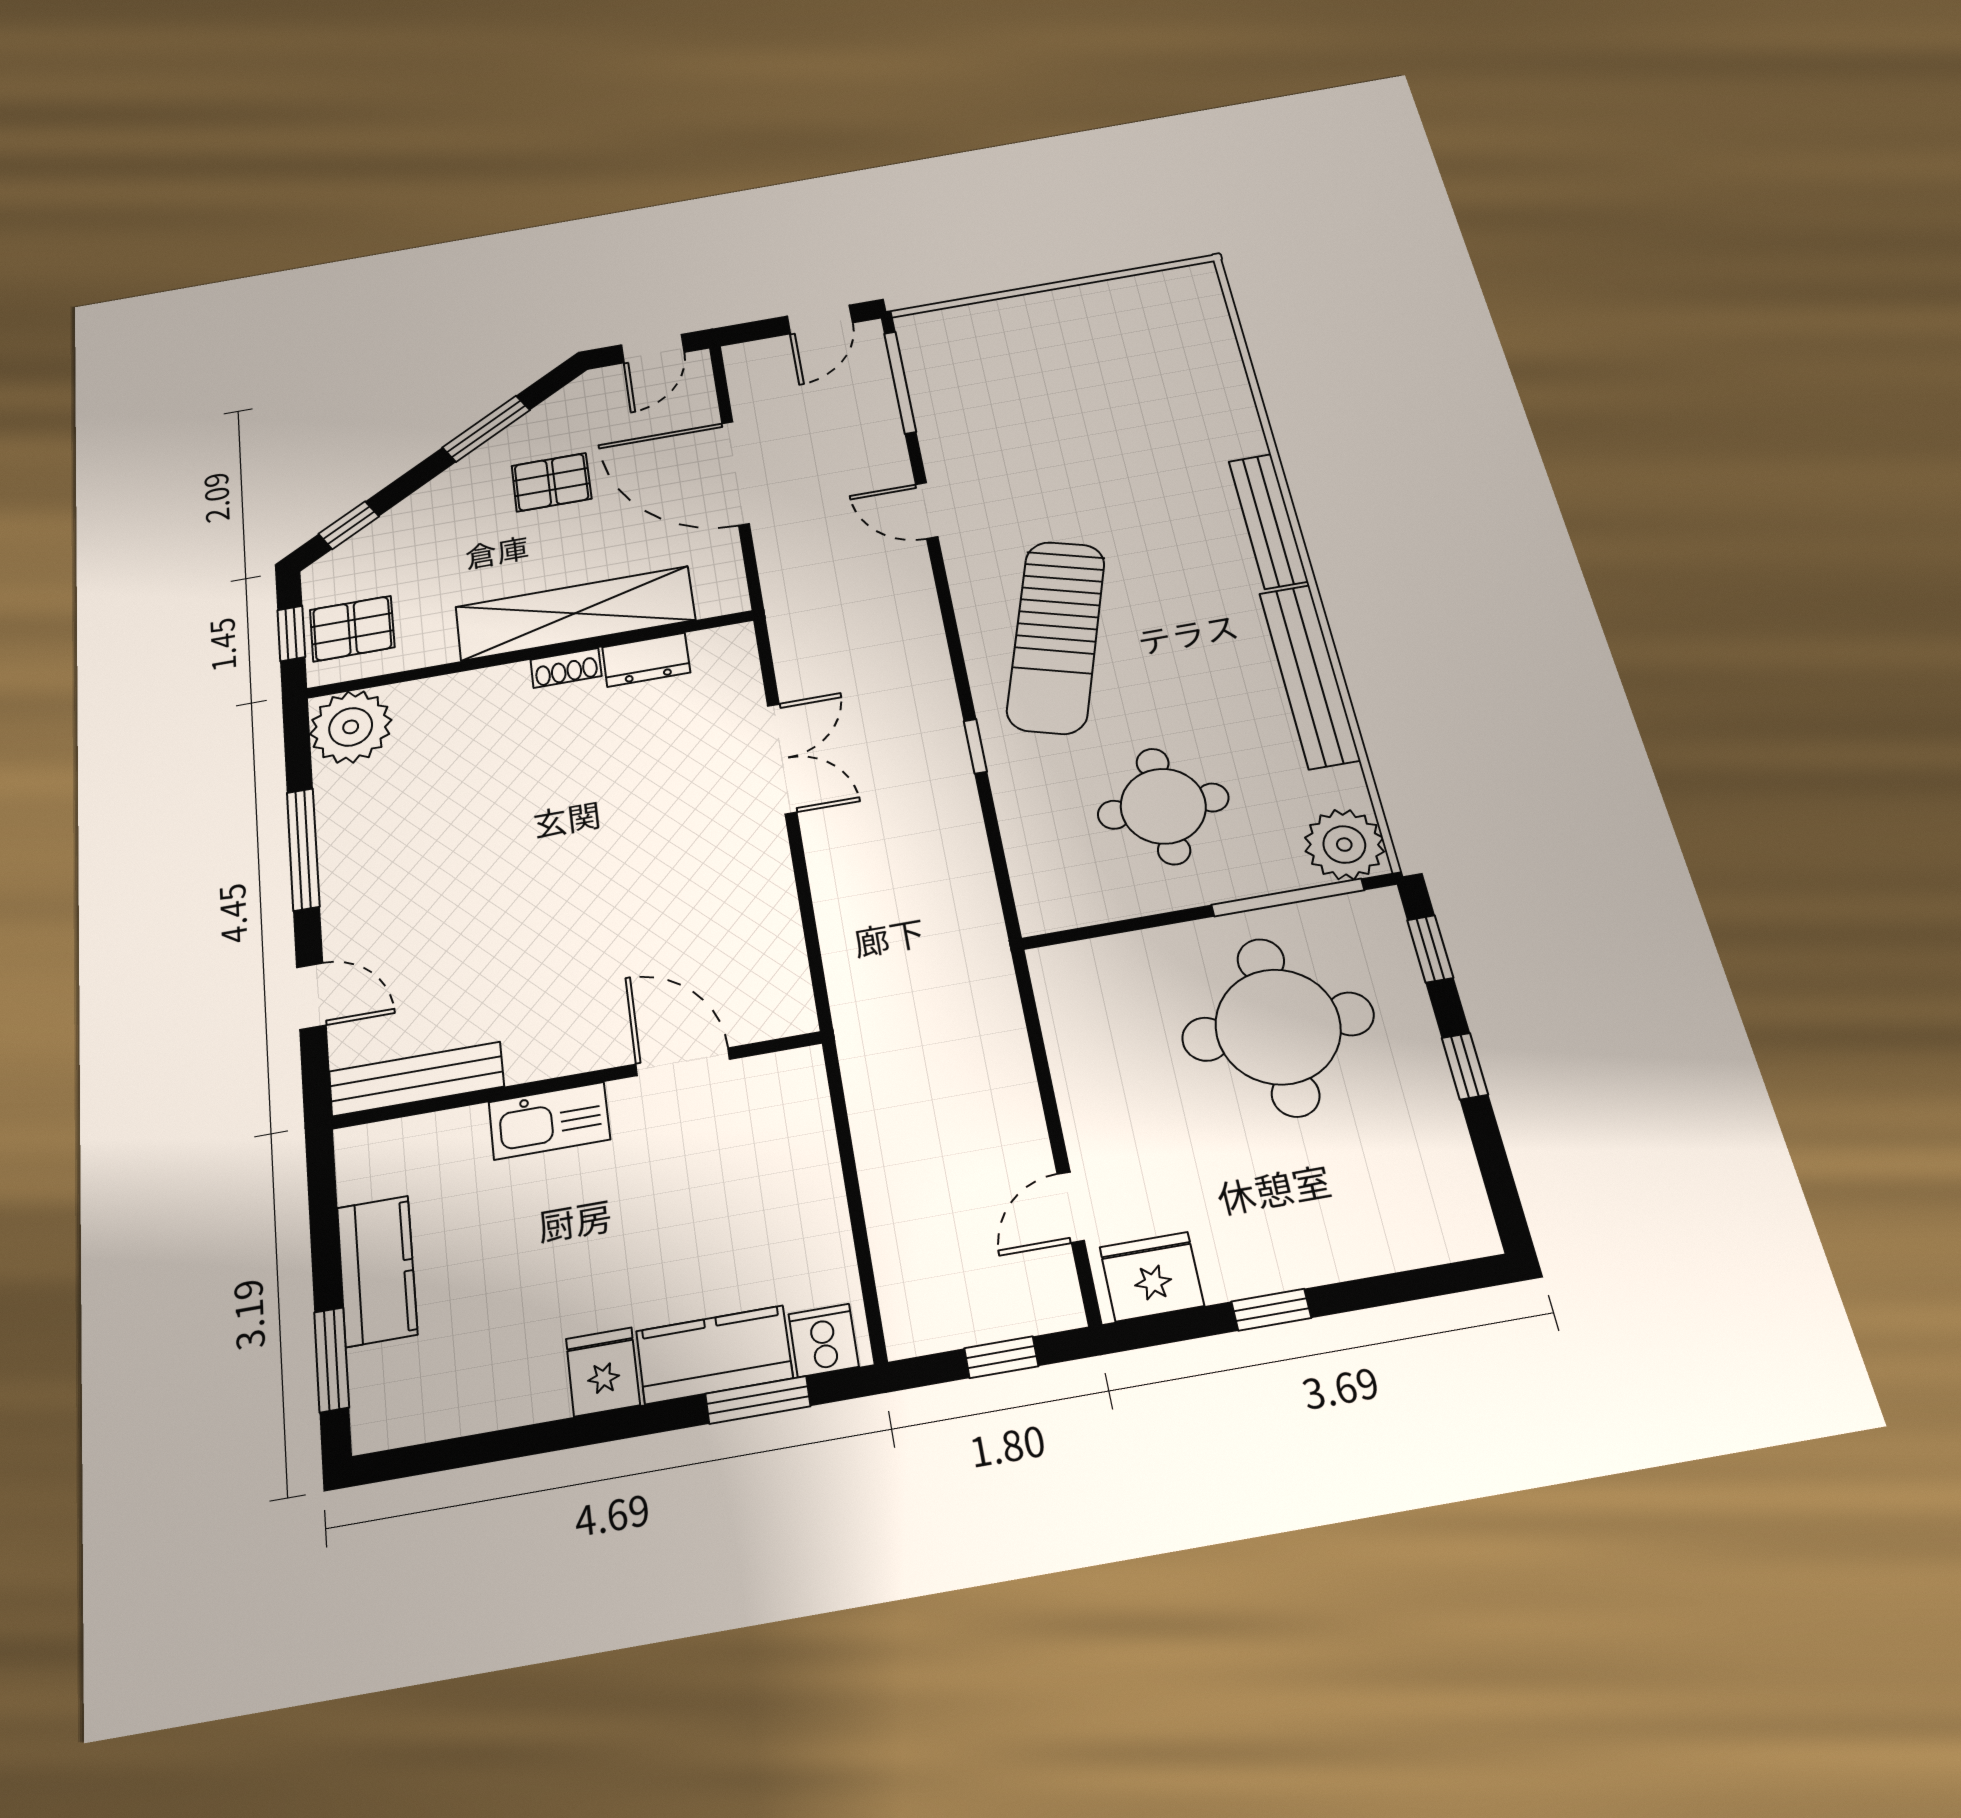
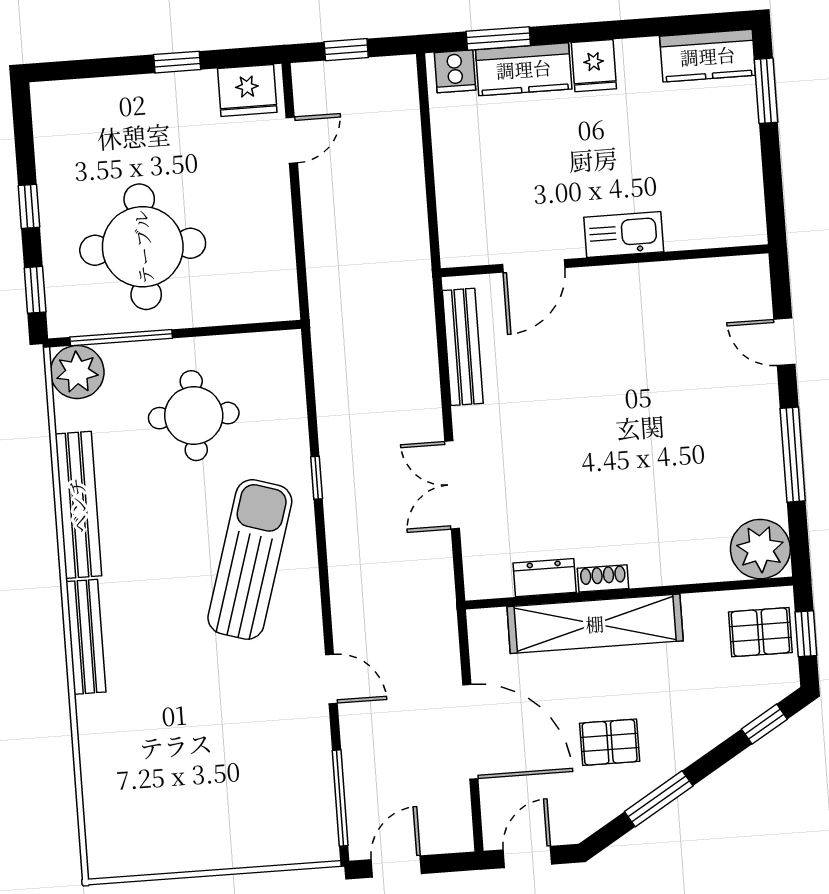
door: (683, 1062) -> (534, 266), hinge flipped
bench: (416, 1079) -> (463, 347), moved, turned 90
kitchen counter: (377, 1271) -> (708, 56), moved, turned -90

